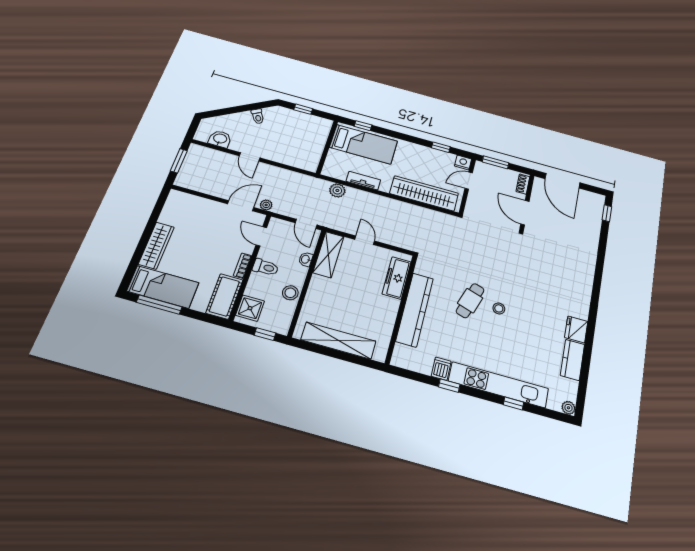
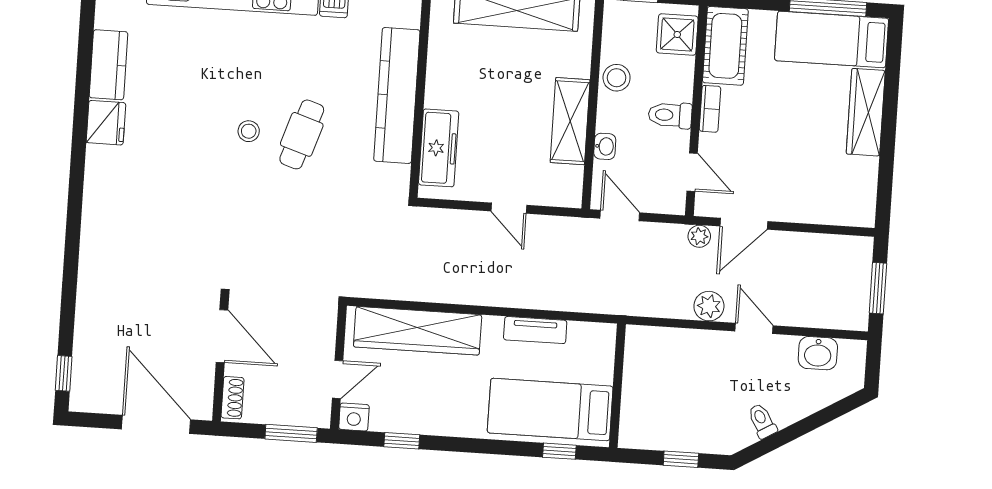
plant: (337, 190) -> (709, 306), moved
shelving: (328, 255) -> (570, 121), moved

